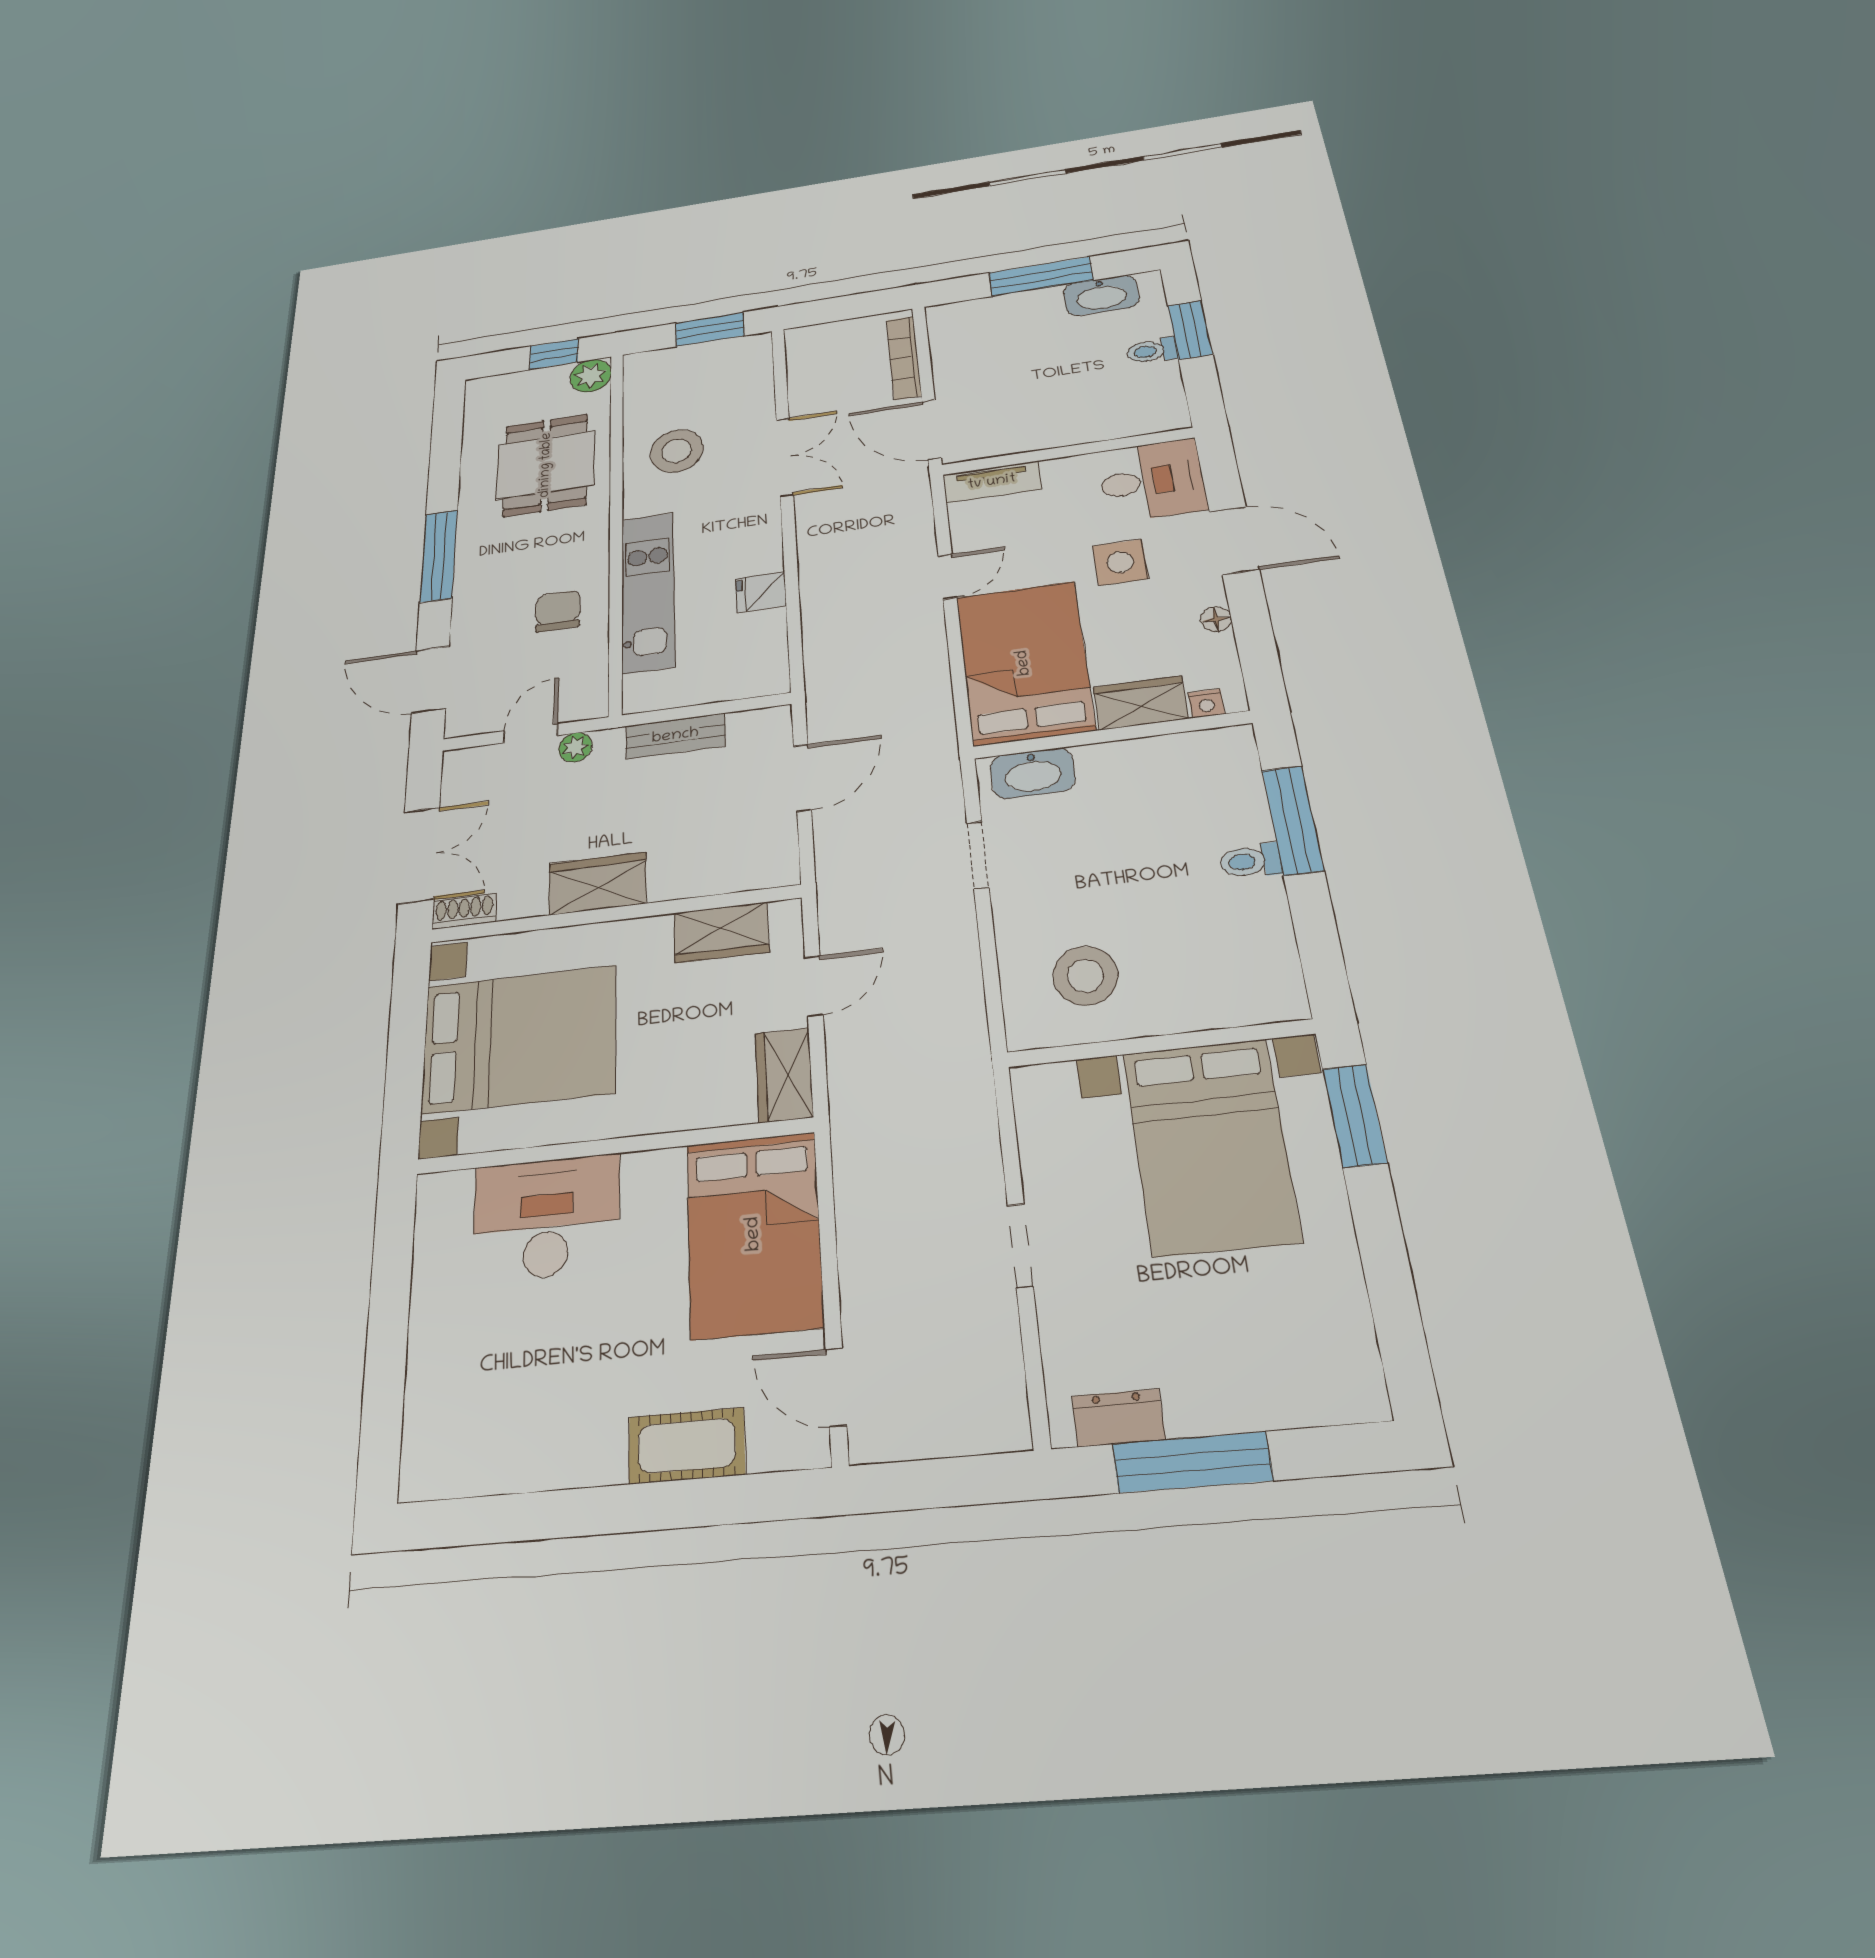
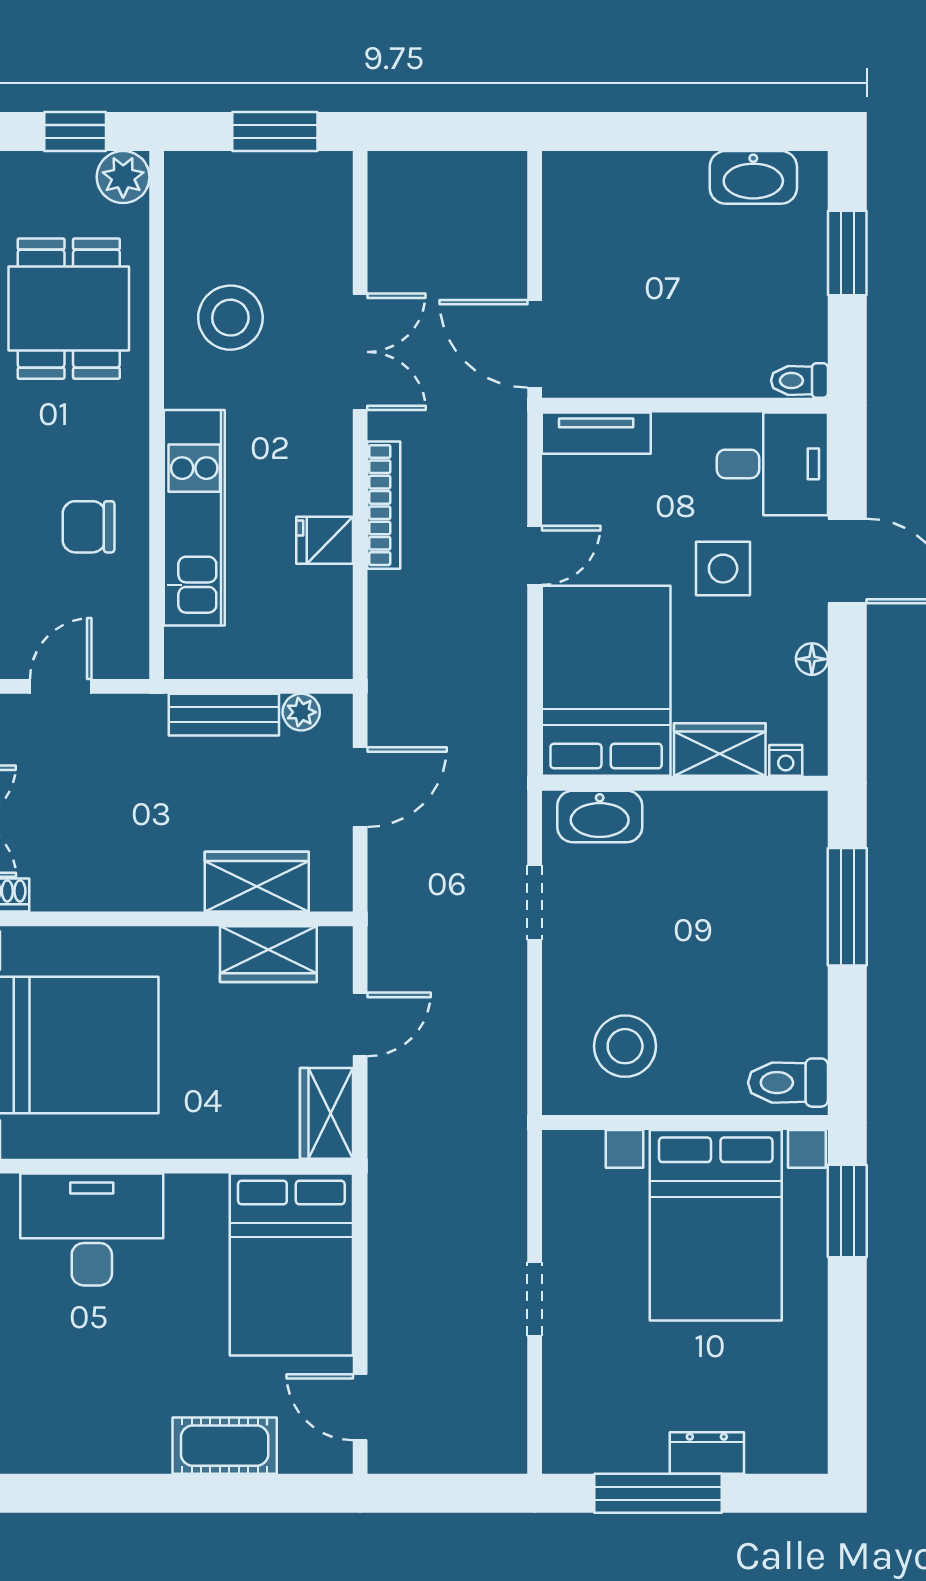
window: (1041, 276) -> (686, 131), removed
toilet: (1152, 351) -> (799, 381), moved
bookcase: (904, 358) -> (384, 505), moved, turned 180
chair: (558, 611) -> (89, 527), turned -90
plant: (575, 747) -> (301, 712), moved
toilet: (1250, 861) -> (788, 1083), moved, width x1.37, depth x1.39
wardrobe: (598, 884) -> (257, 882), moved
dresser: (1118, 1418) -> (707, 1453), moved

